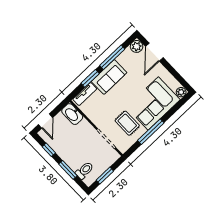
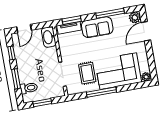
window: (90, 78) -> (72, 20), moved

